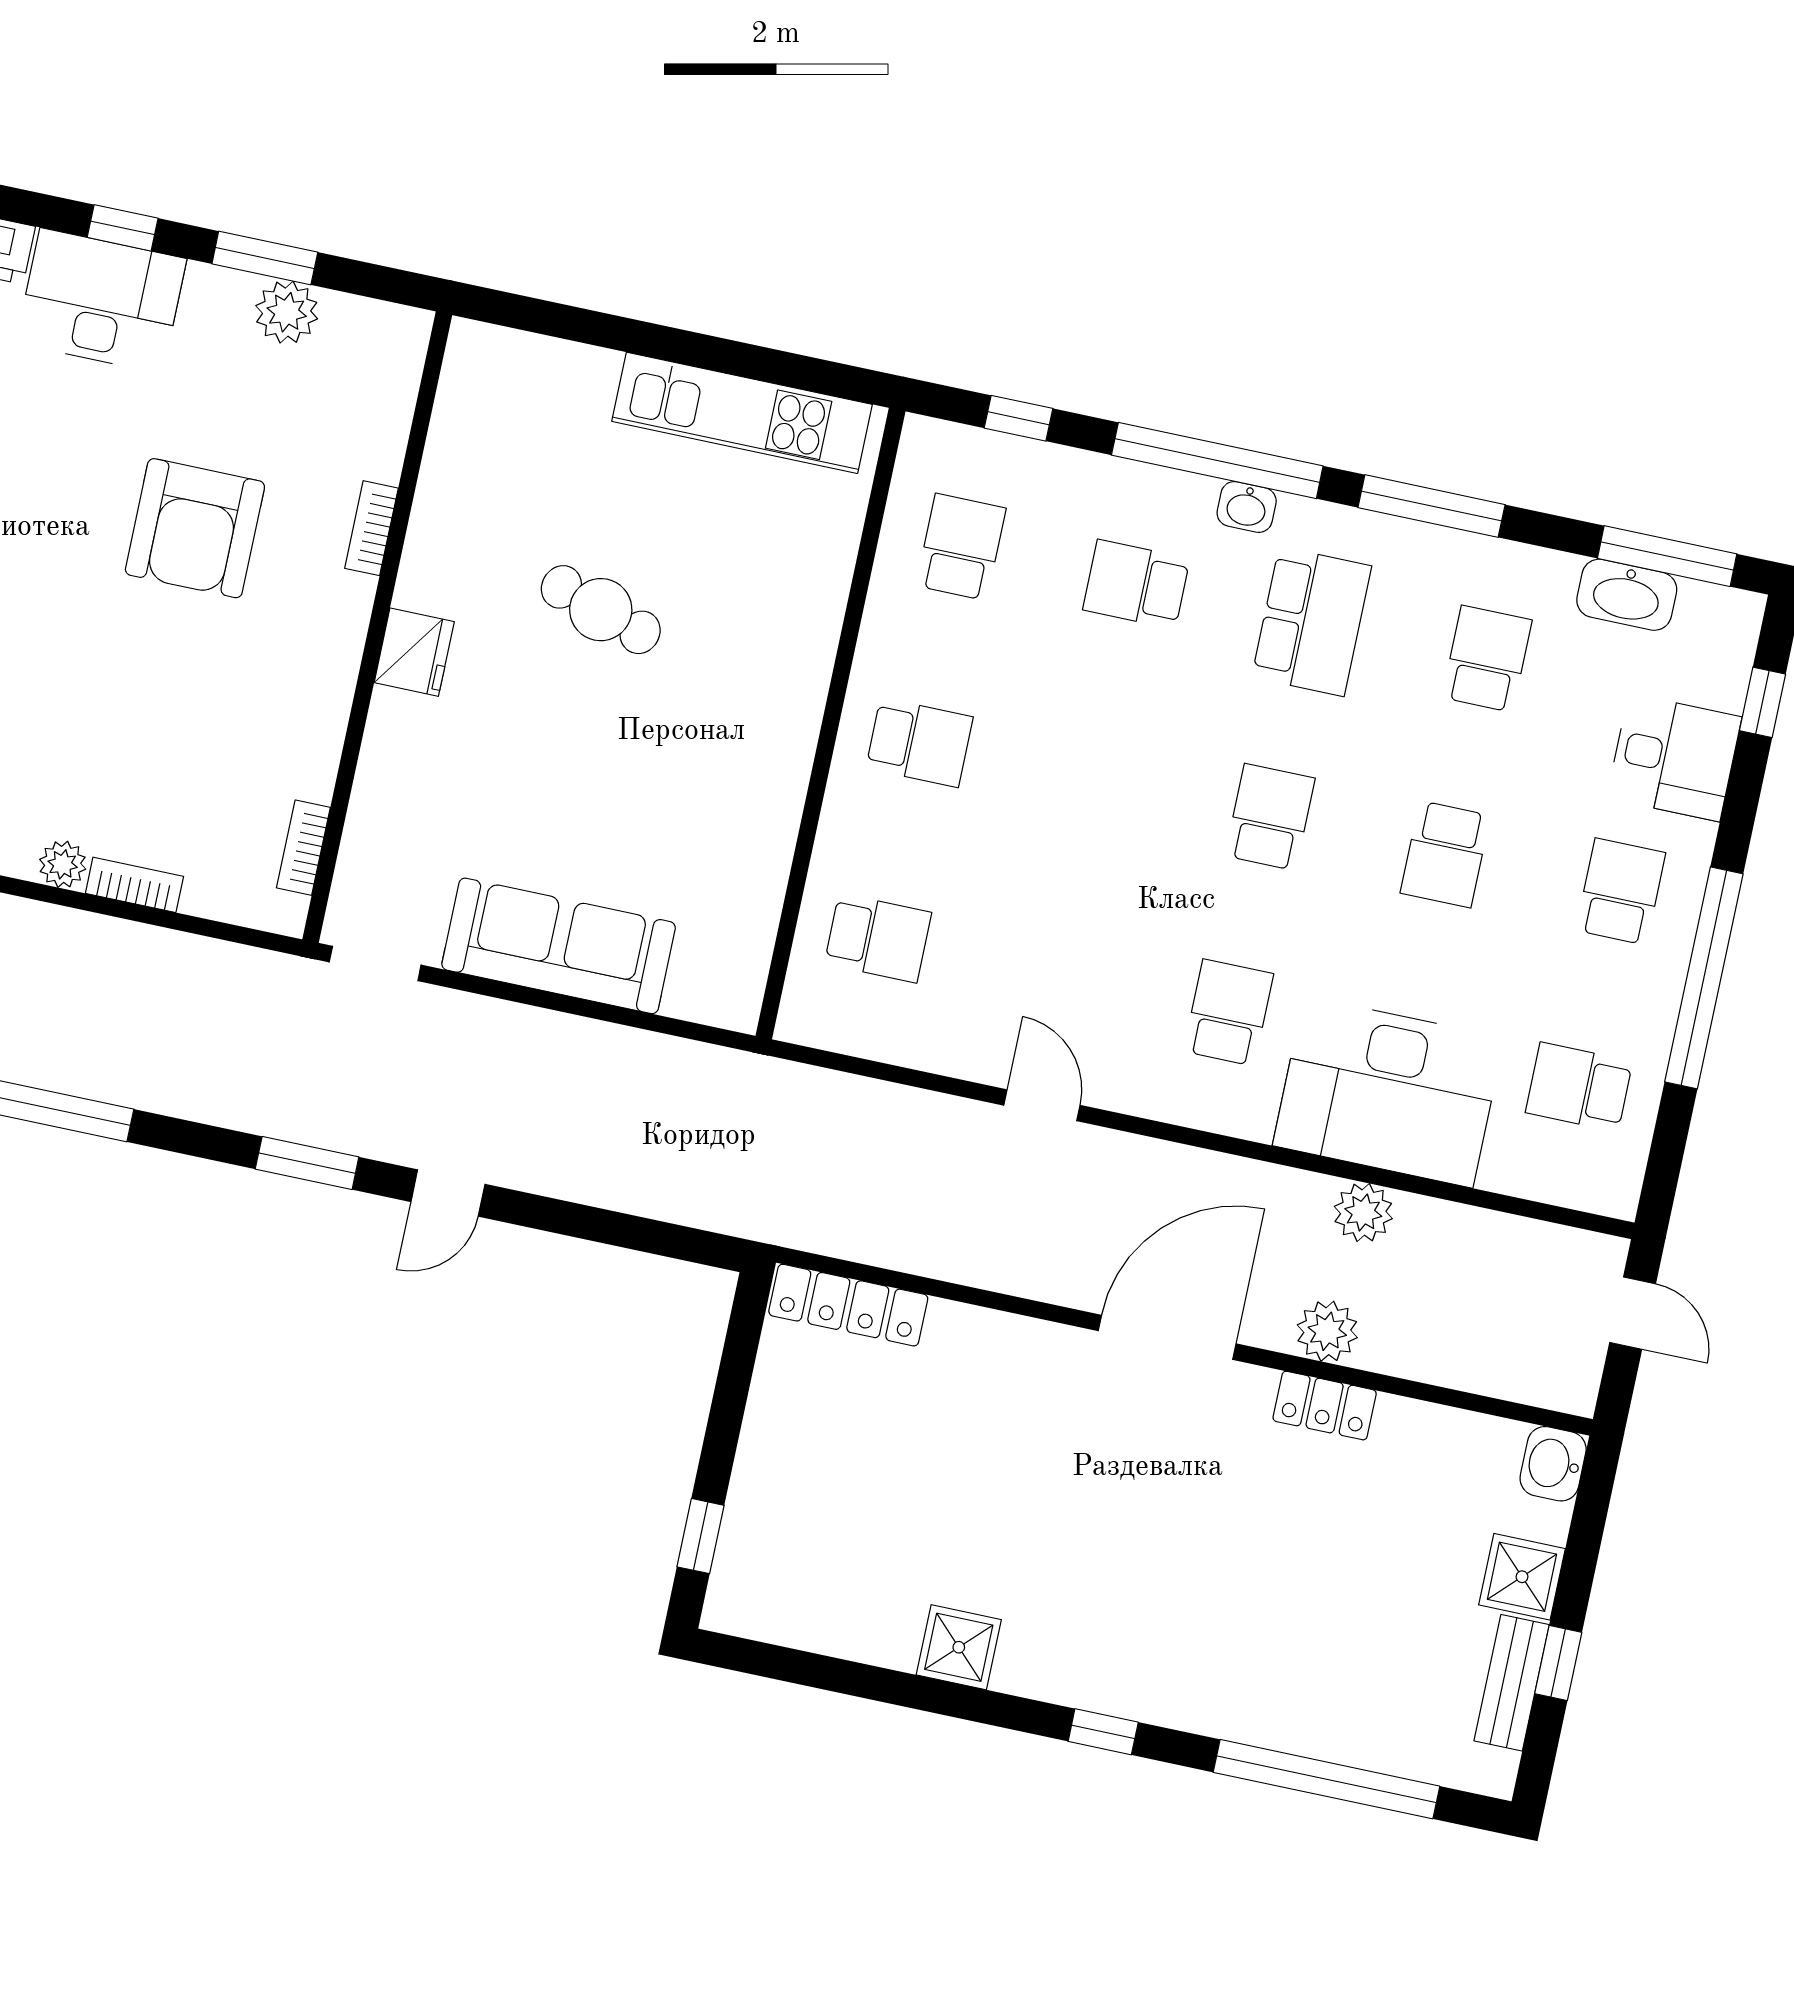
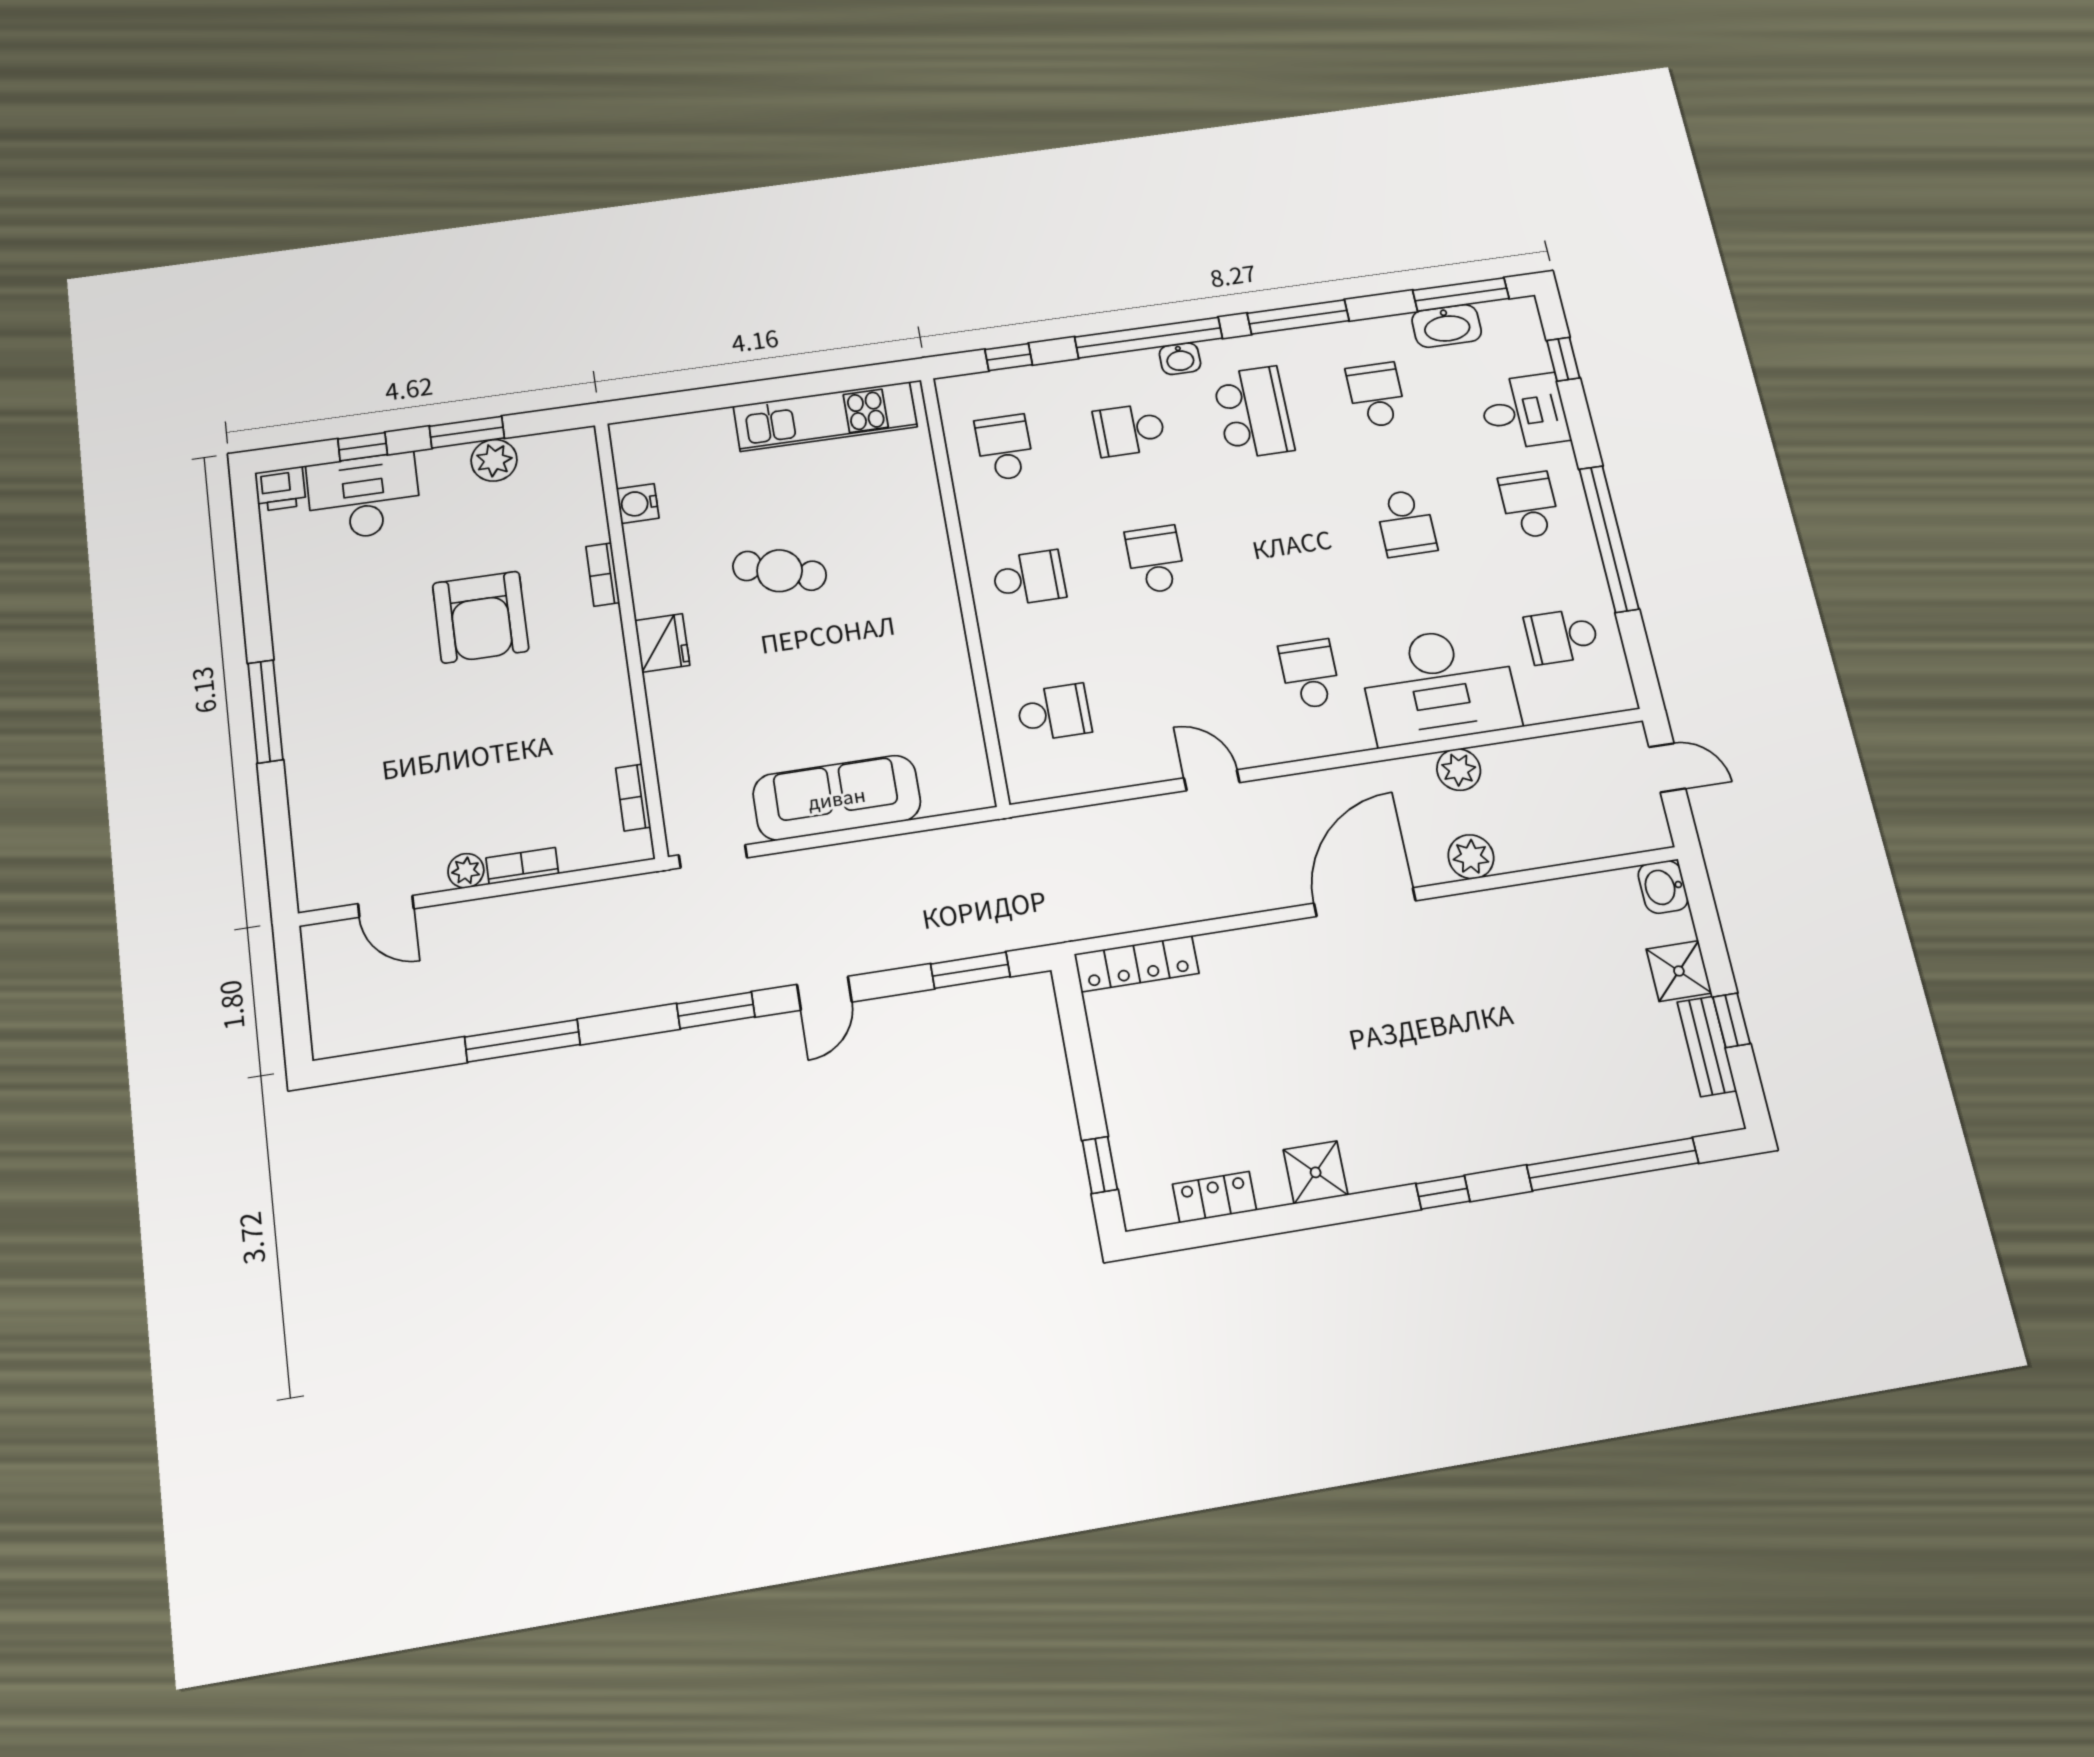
water cooler: (452, 445) -> (638, 503), added
school desk: (1270, 817) -> (1156, 560), moved
window: (639, 1234) -> (970, 970), added
locker: (1325, 1406) -> (1215, 1197), moved, turned 180

